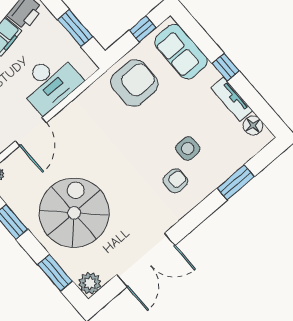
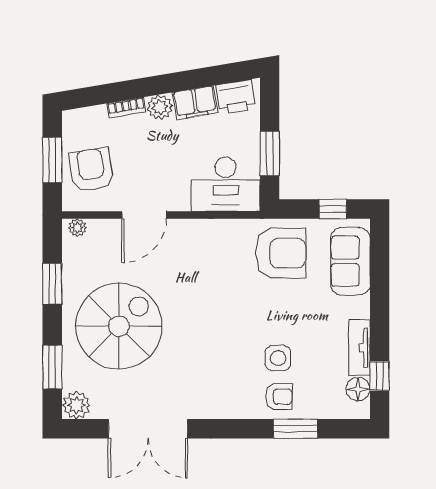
window: (226, 67) -> (380, 376), moved
desk: (50, 83) -> (226, 184), moved
armchair: (175, 181) -> (279, 397), moved

